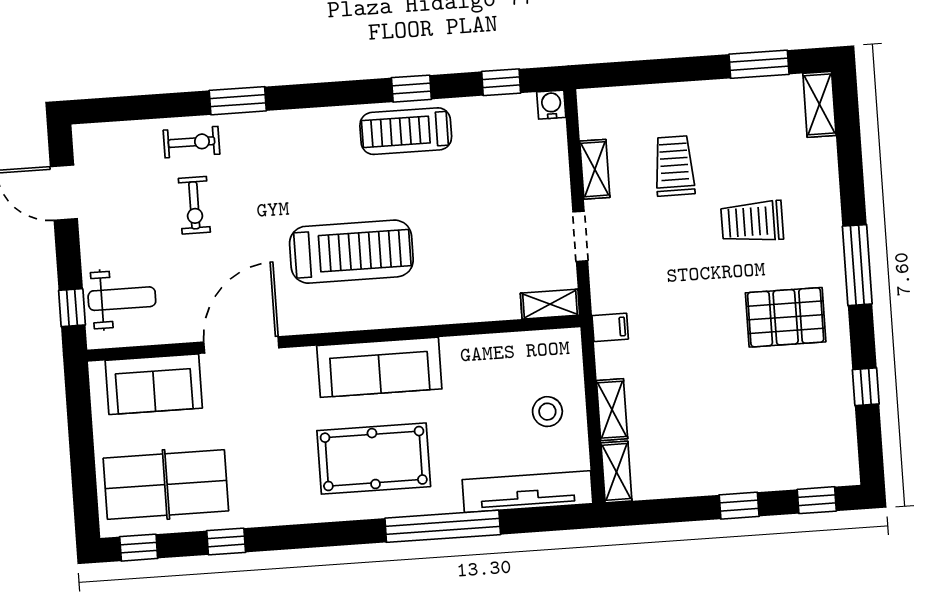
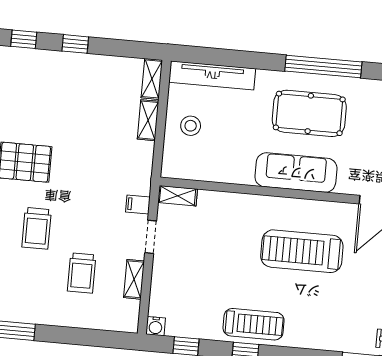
trolley: (752, 222) -> (37, 228), turned 90
filing cabinet: (610, 327) -> (138, 204), moved
window: (443, 526) -> (323, 66), moved

